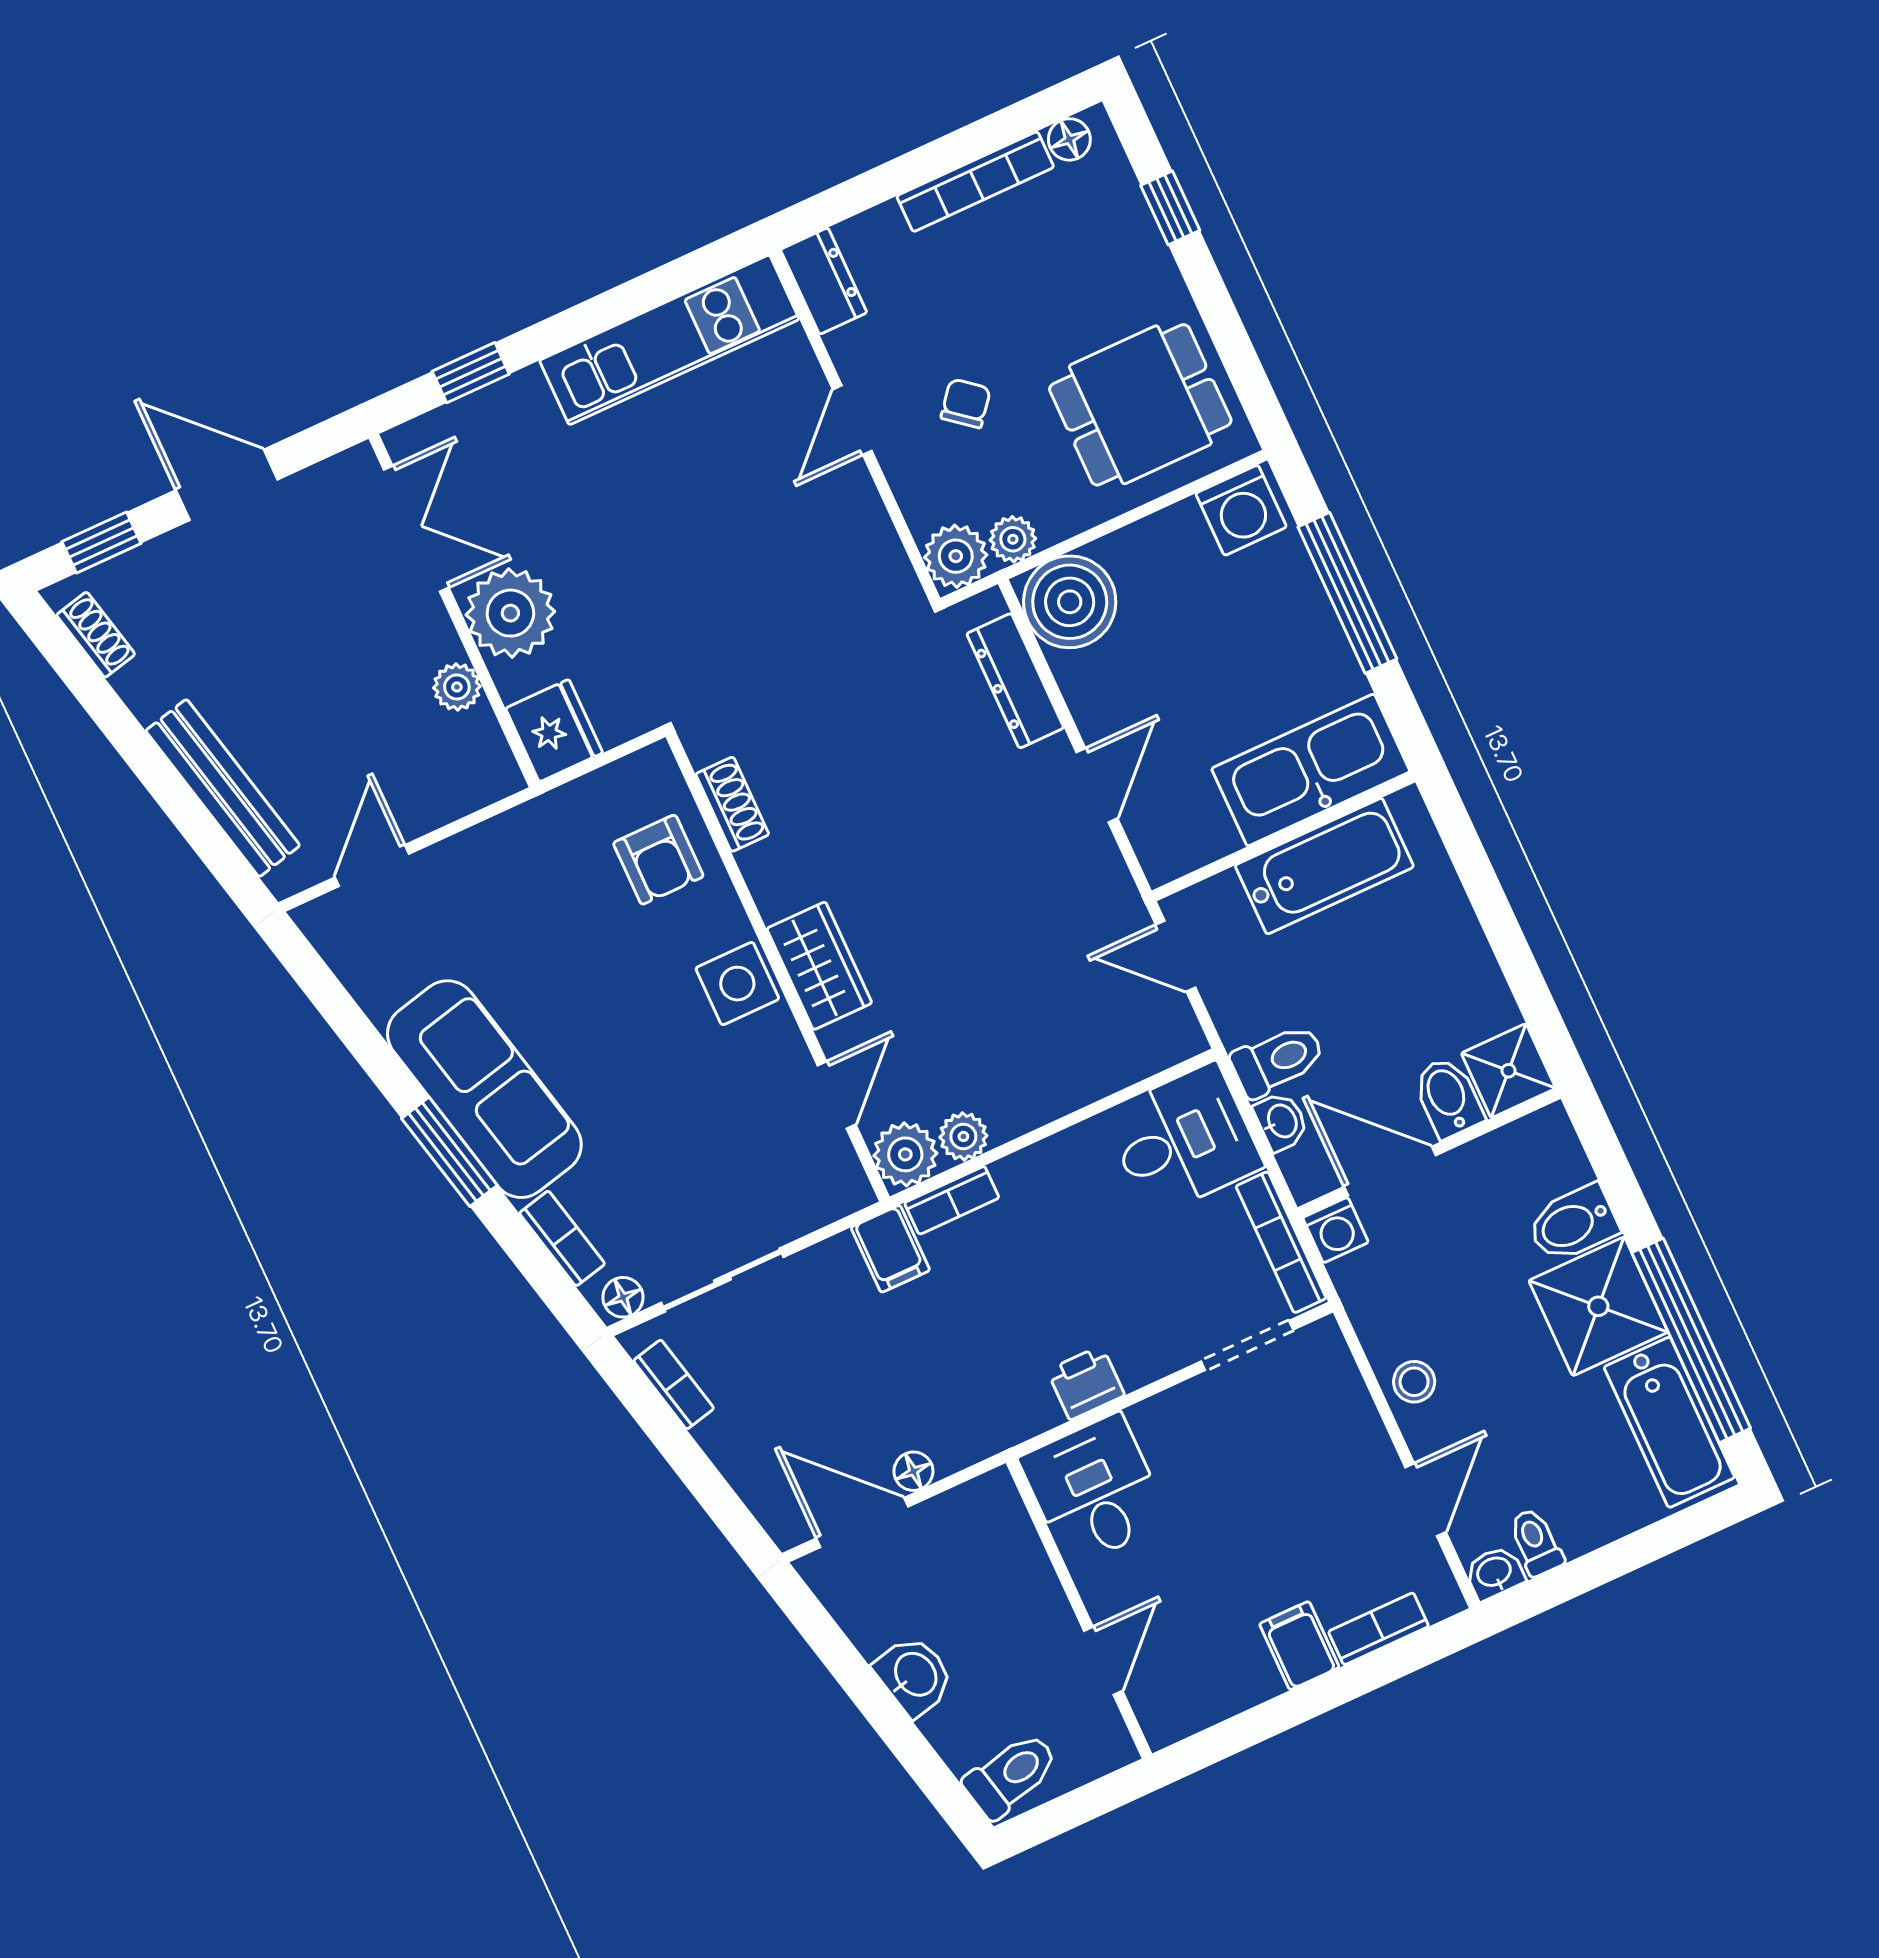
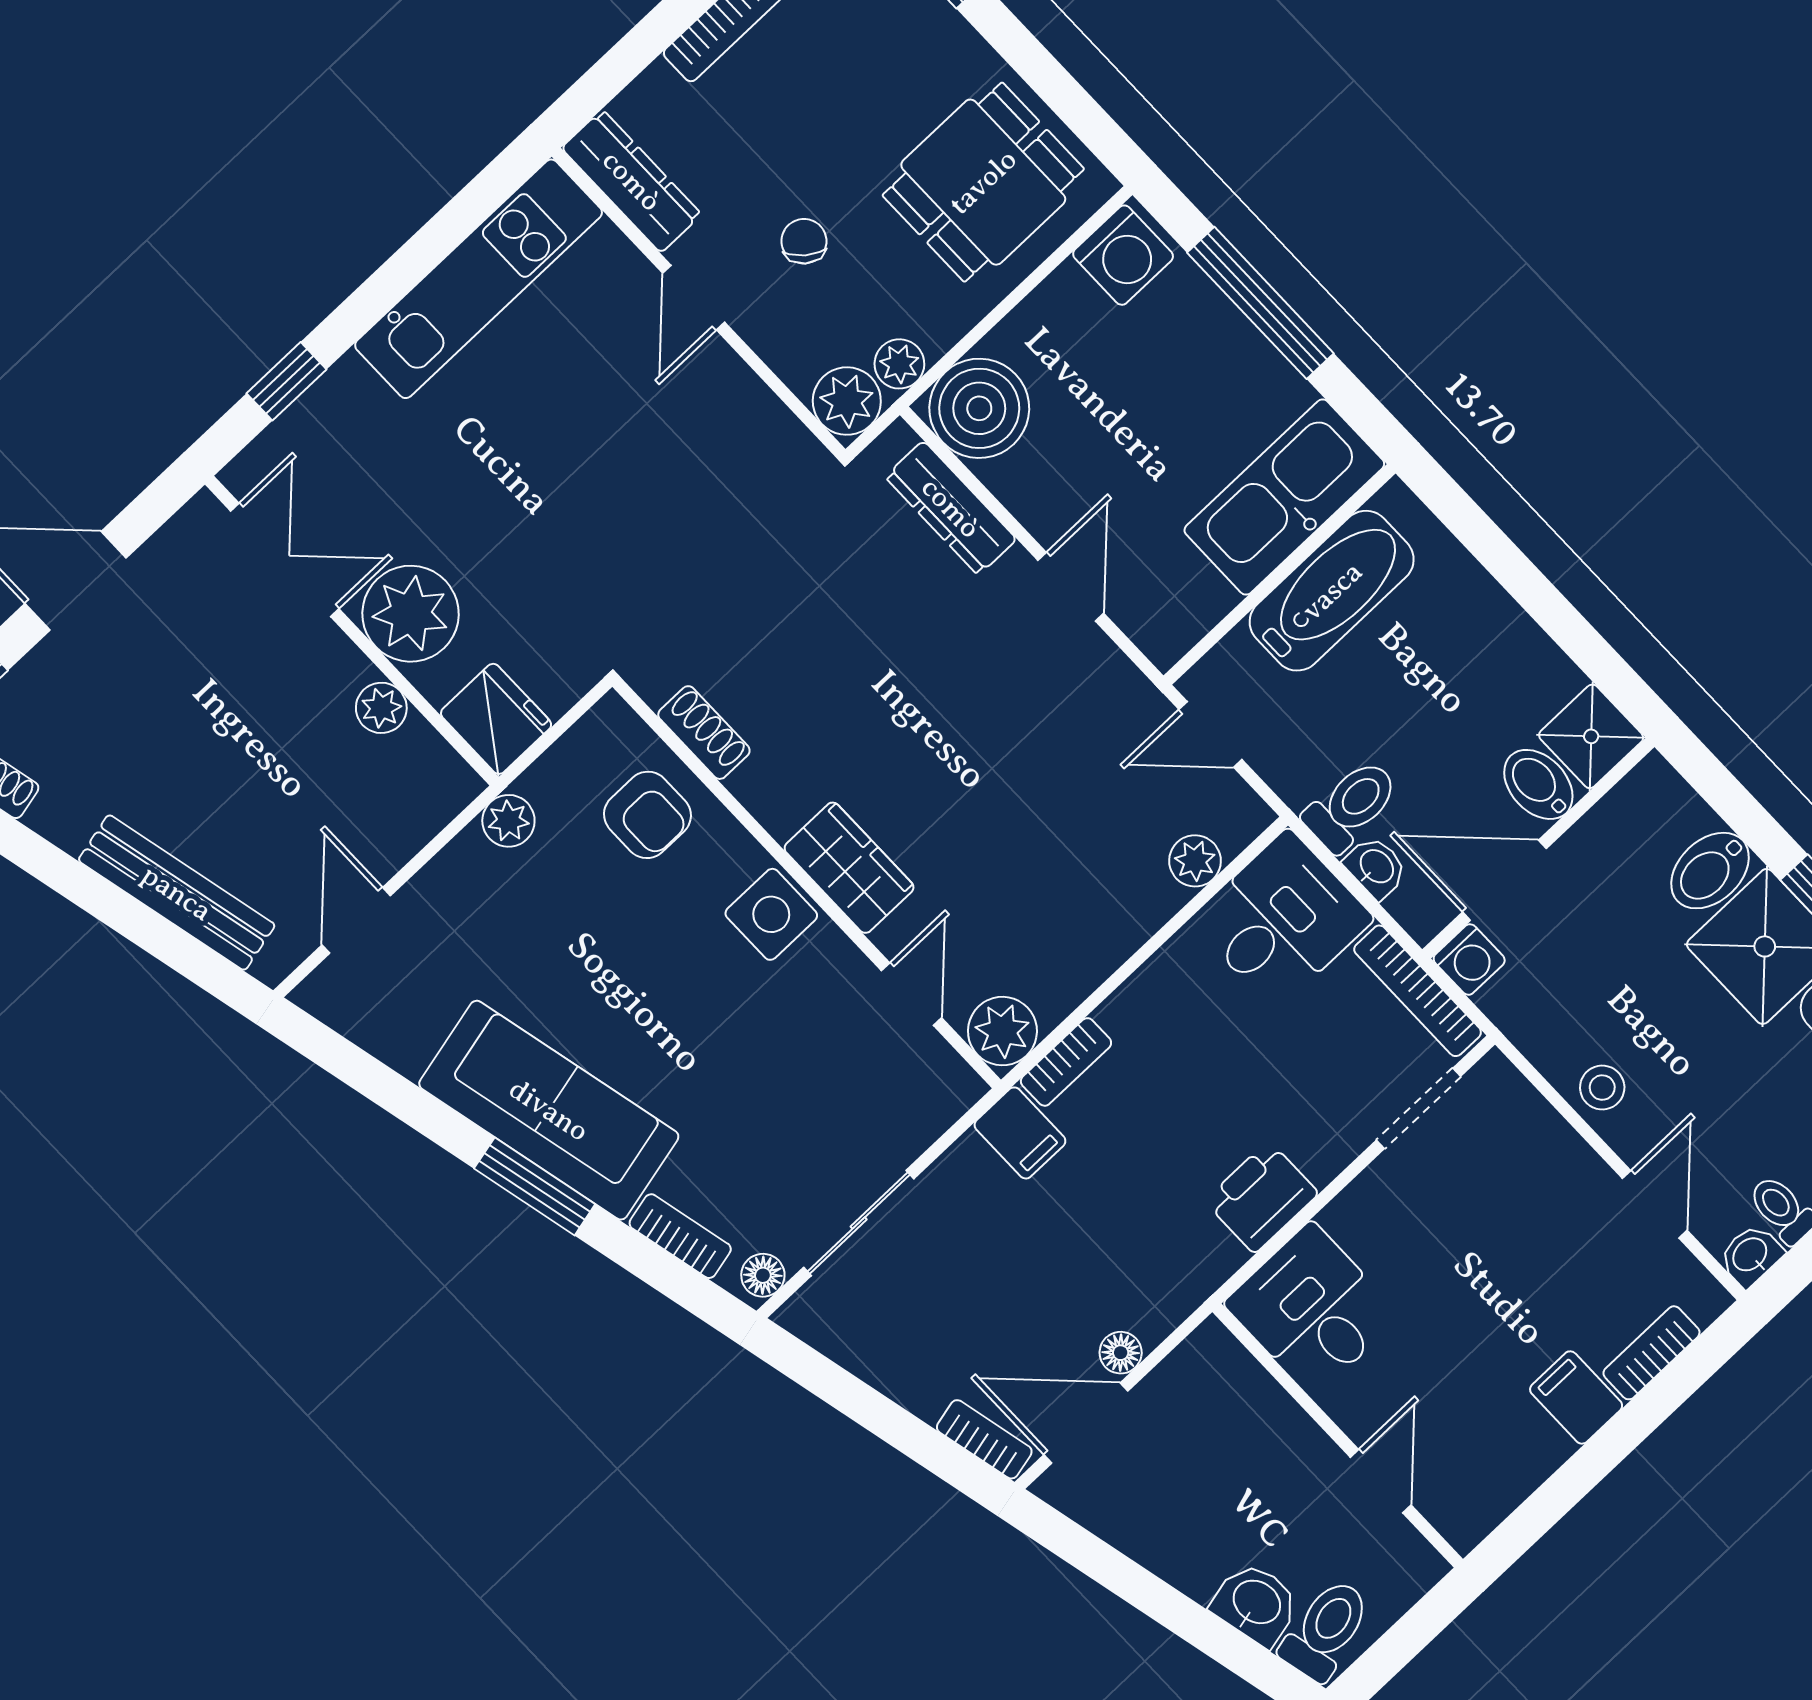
dresser: (824, 281) -> (632, 181), width x1.44
plant: (535, 824) -> (508, 821), added
plant: (963, 1136) -> (1195, 861), moved
printer: (1086, 1383) -> (1261, 1197), width x1.36, depth x1.24
bookcase: (674, 1384) -> (984, 1439), moved
washbasin: (914, 1675) -> (1256, 1604), moved

